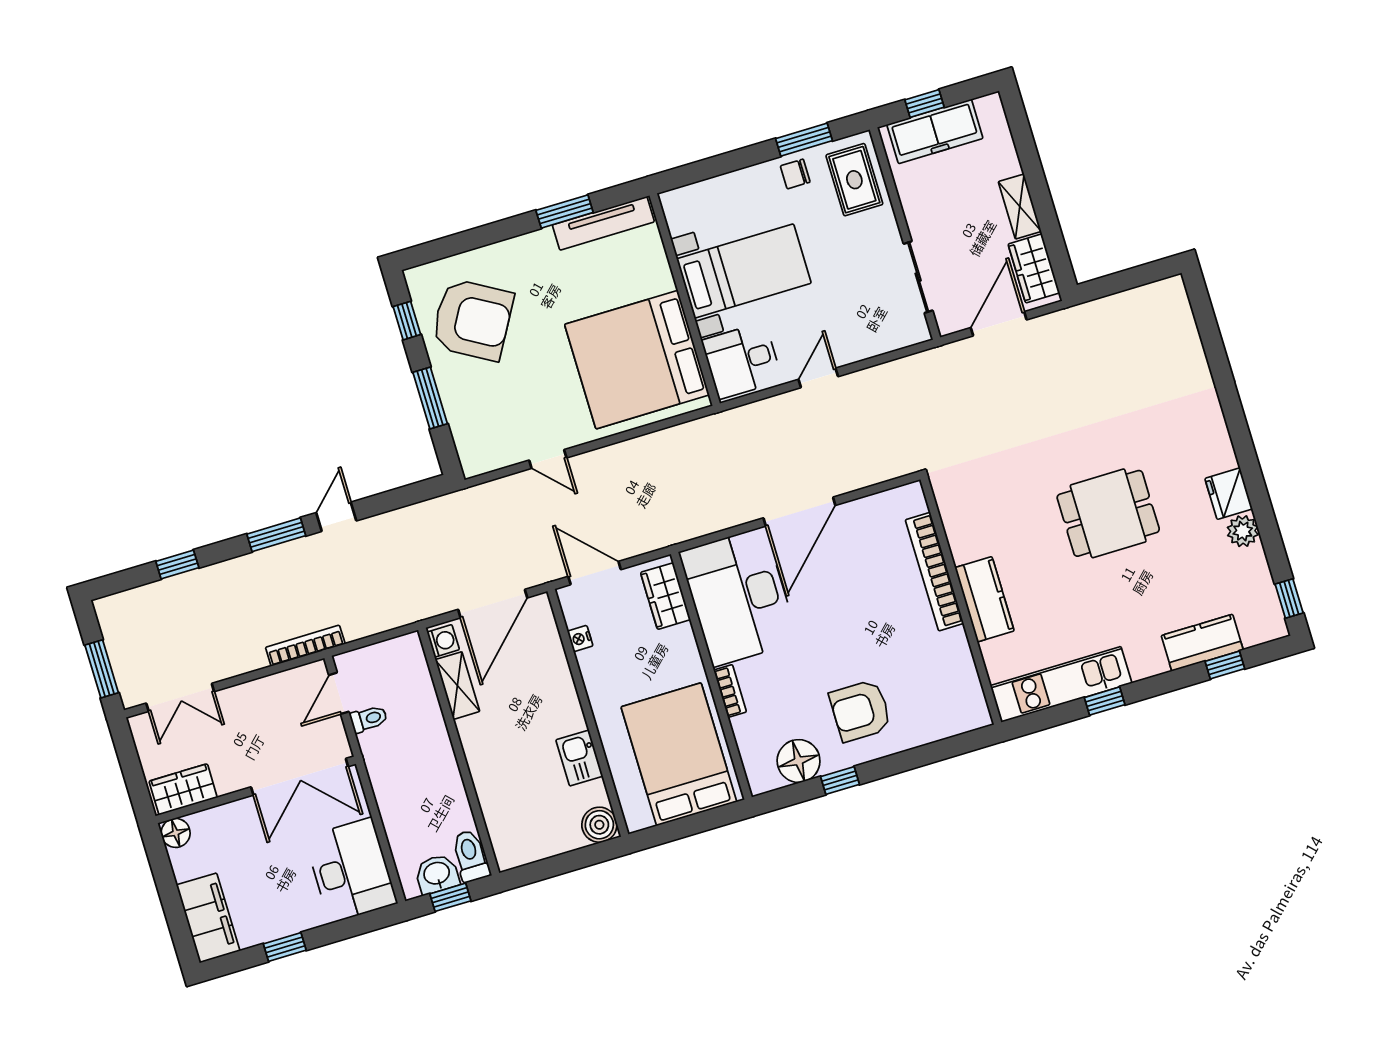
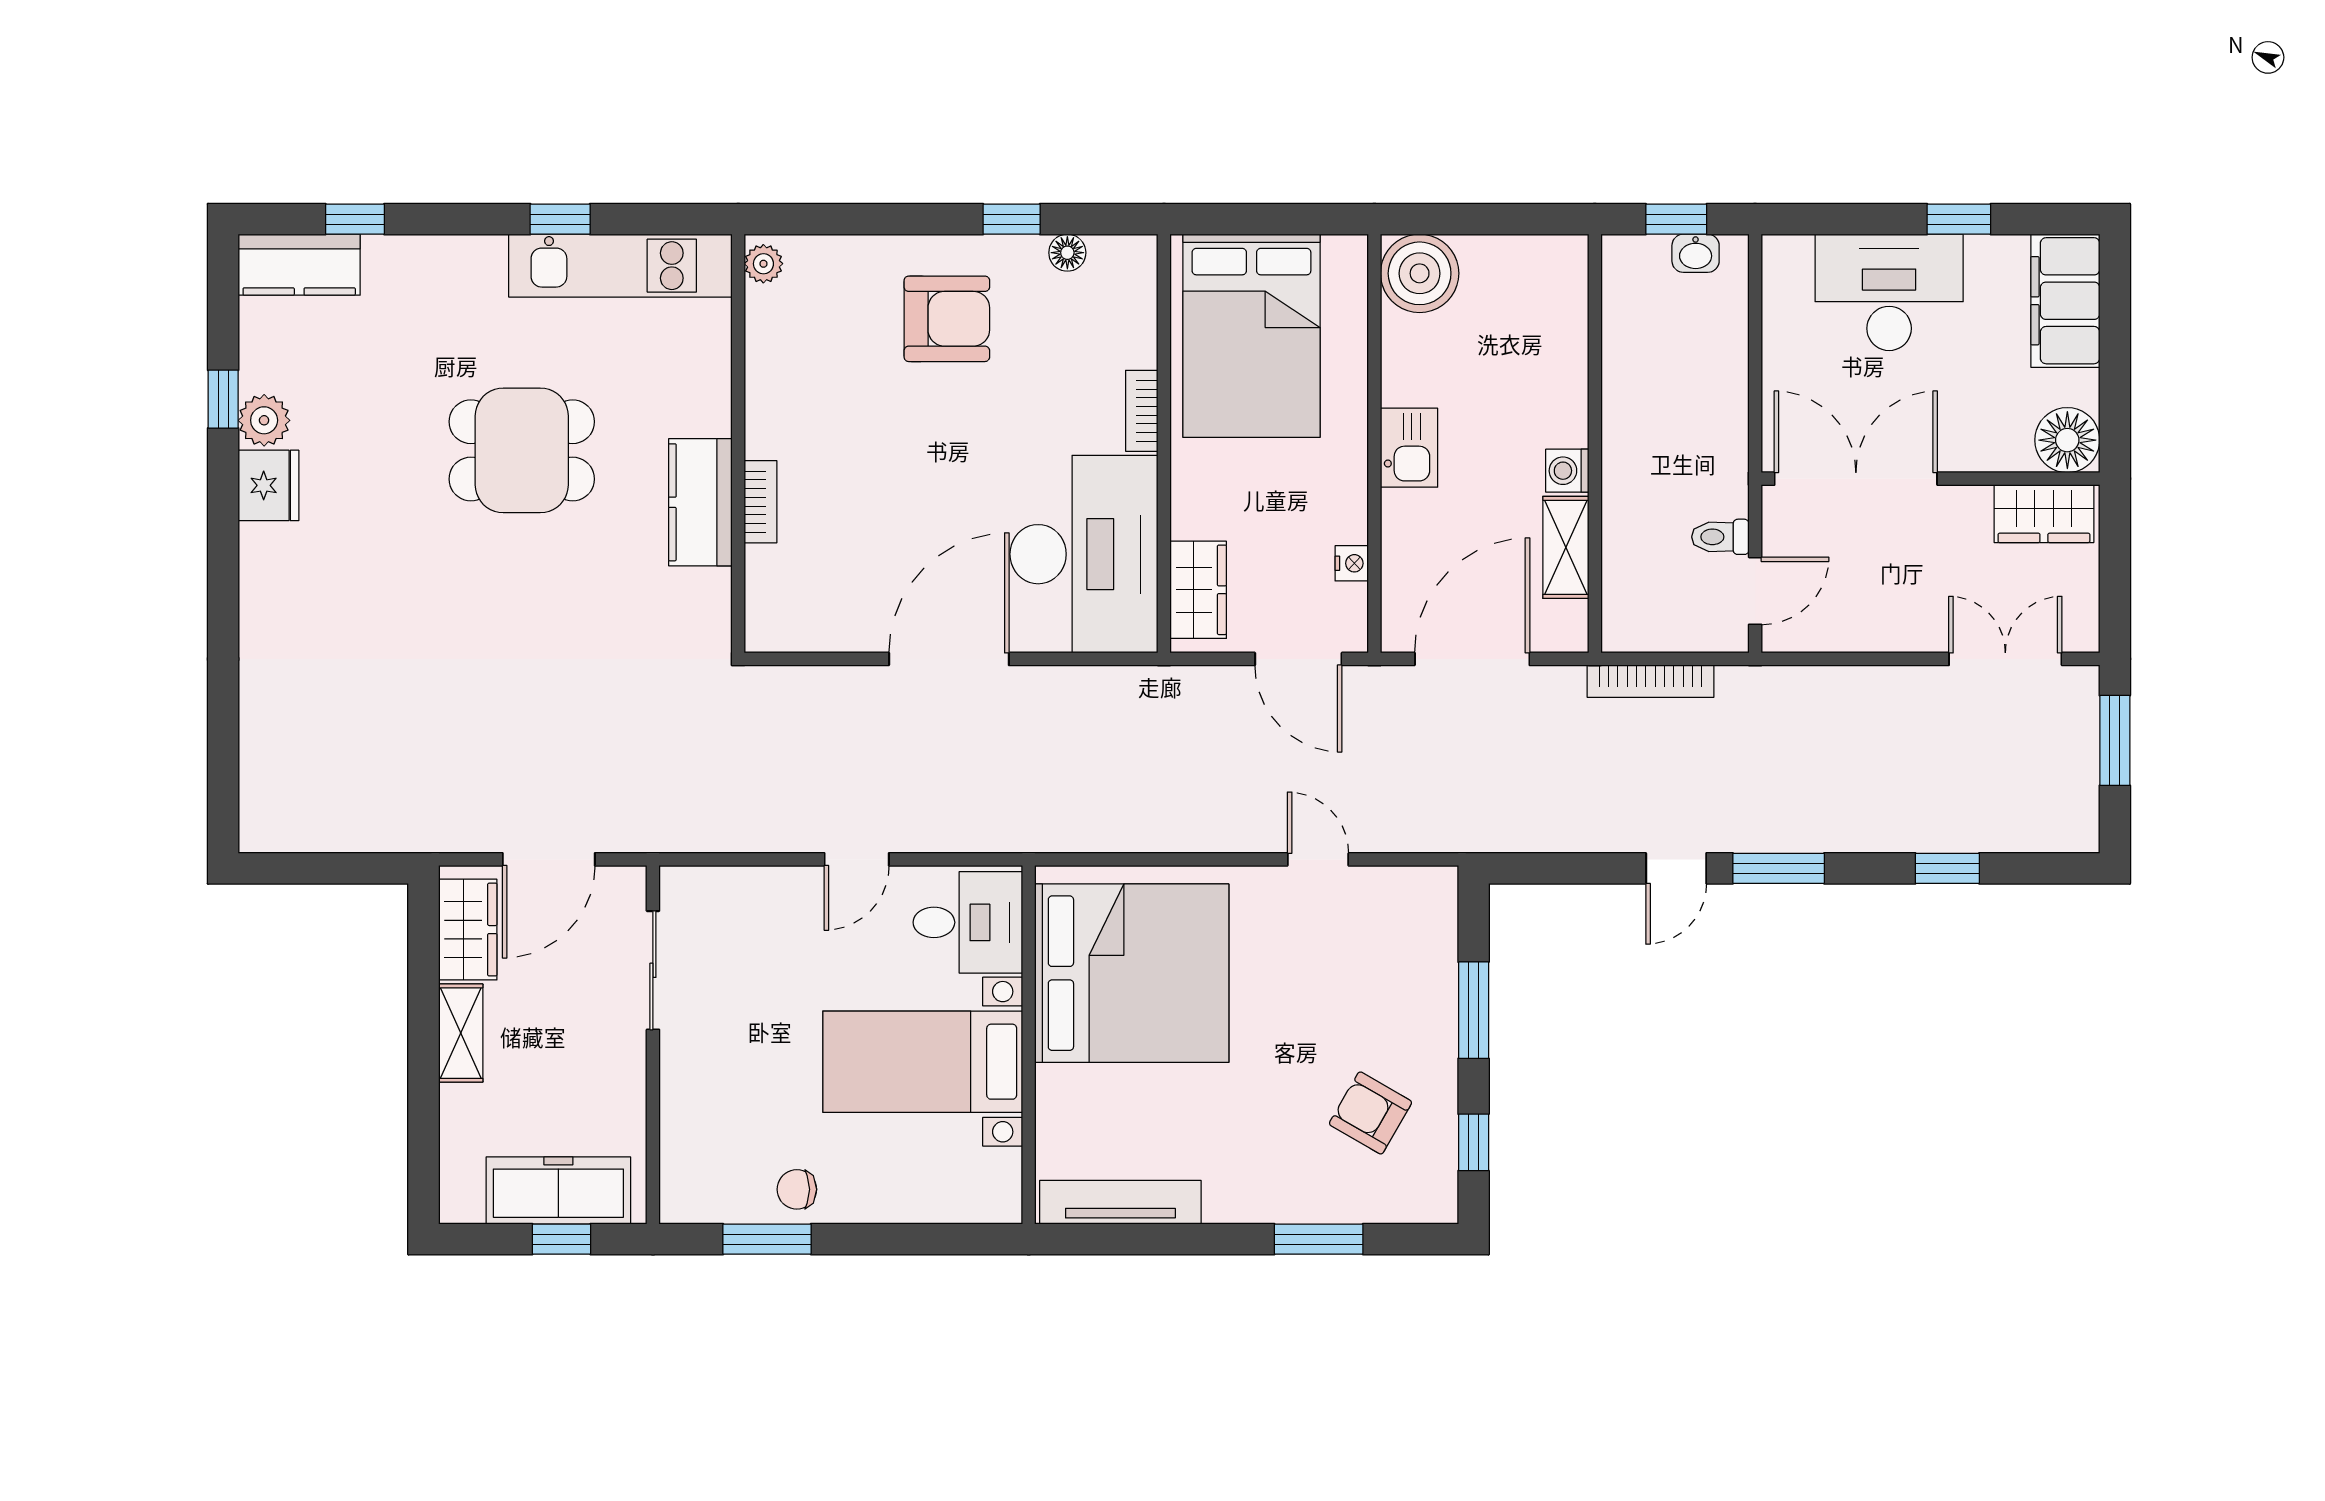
chair: (795, 174) -> (797, 1189), turned 180
rug: (854, 180) -> (707, 1153), removed
window: (565, 211) -> (1319, 1239), moved
armchair: (472, 320) -> (1370, 1113), width x0.53, depth x0.53
dining table: (1108, 513) -> (522, 450), moved
bookcase: (934, 572) -> (761, 502), width x0.43, depth x0.76
window: (1289, 598) -> (223, 399), moved
kitchen counter: (985, 599) -> (700, 502), moved
washing machine: (443, 641) -> (1567, 471), moved
kitchen counter: (1202, 643) -> (299, 265), moved
bookcase: (305, 646) -> (1651, 681), moved
plant: (978, 711) -> (763, 264), added
kitchen sink: (579, 758) -> (1409, 448), moved
floor lamp: (799, 761) -> (1067, 253), width x0.53, depth x0.53
boiler: (599, 825) -> (1420, 273), width x1.37, depth x1.37
floor lamp: (176, 833) -> (2067, 440), width x1.38, depth x1.38
toilet: (471, 856) -> (1625, 275), removed
desk: (351, 870) -> (1889, 292), moved, turned 90
washbasin: (437, 874) -> (1696, 253), width x0.72, depth x0.69

